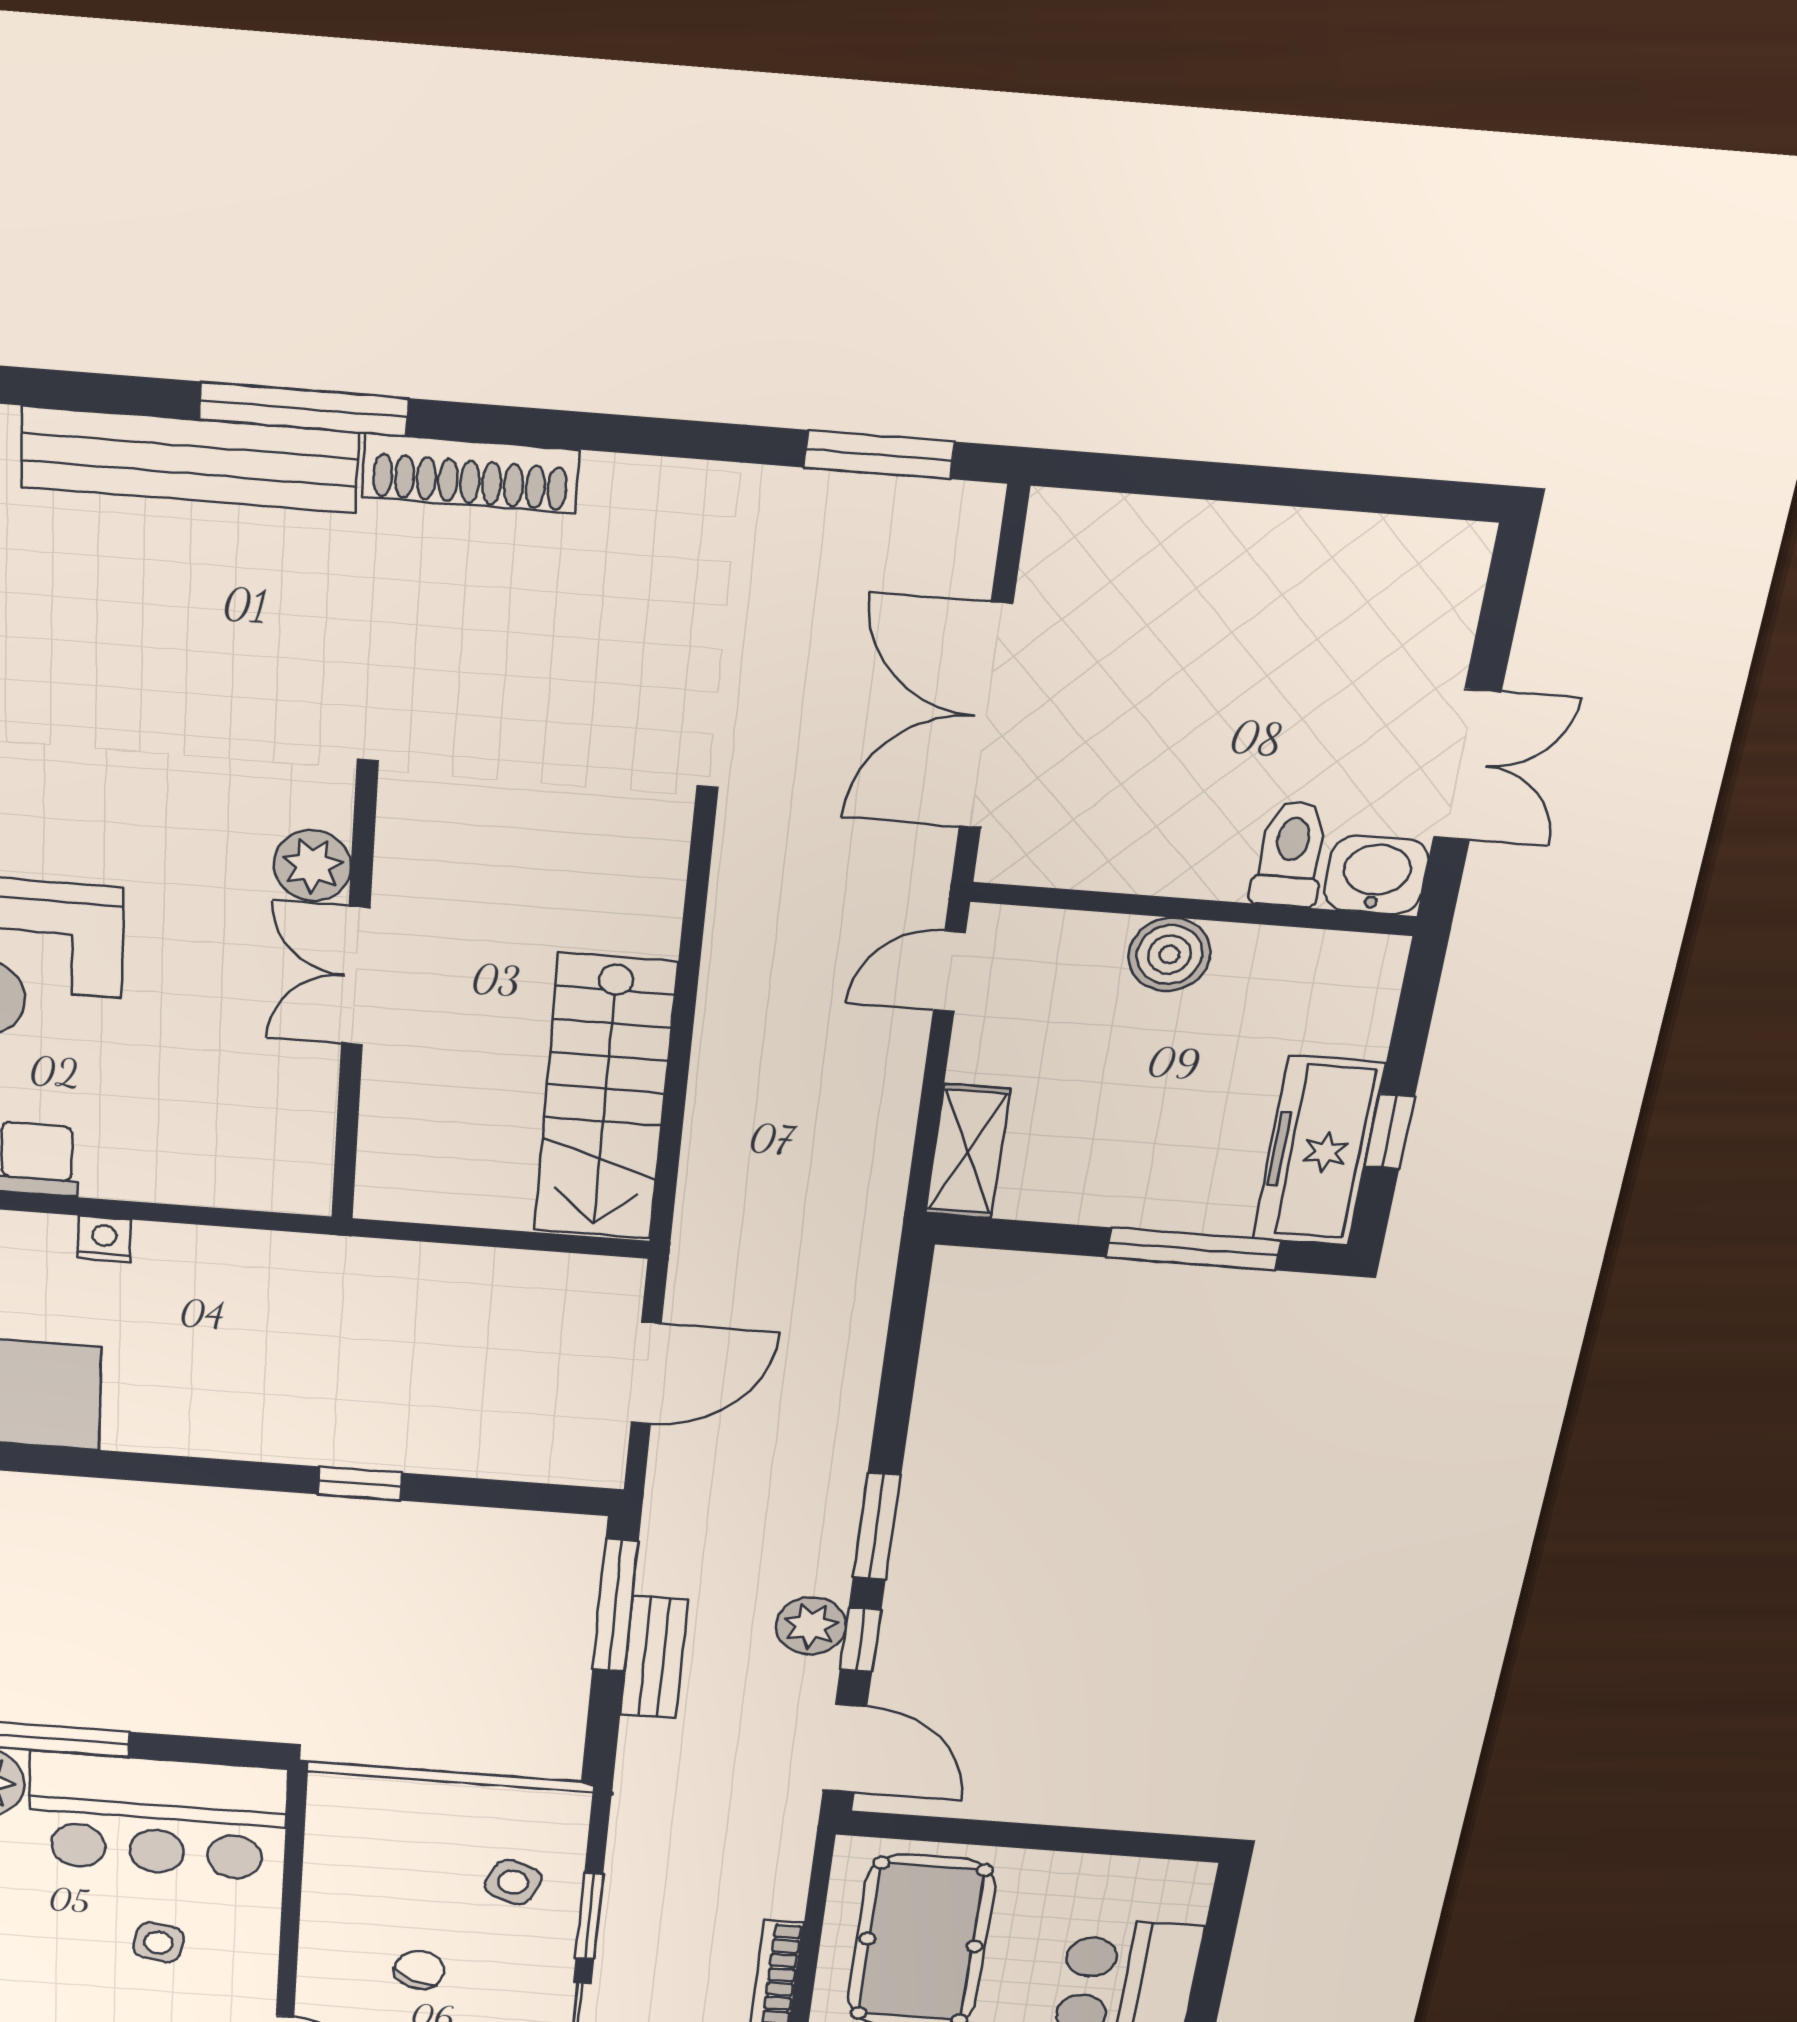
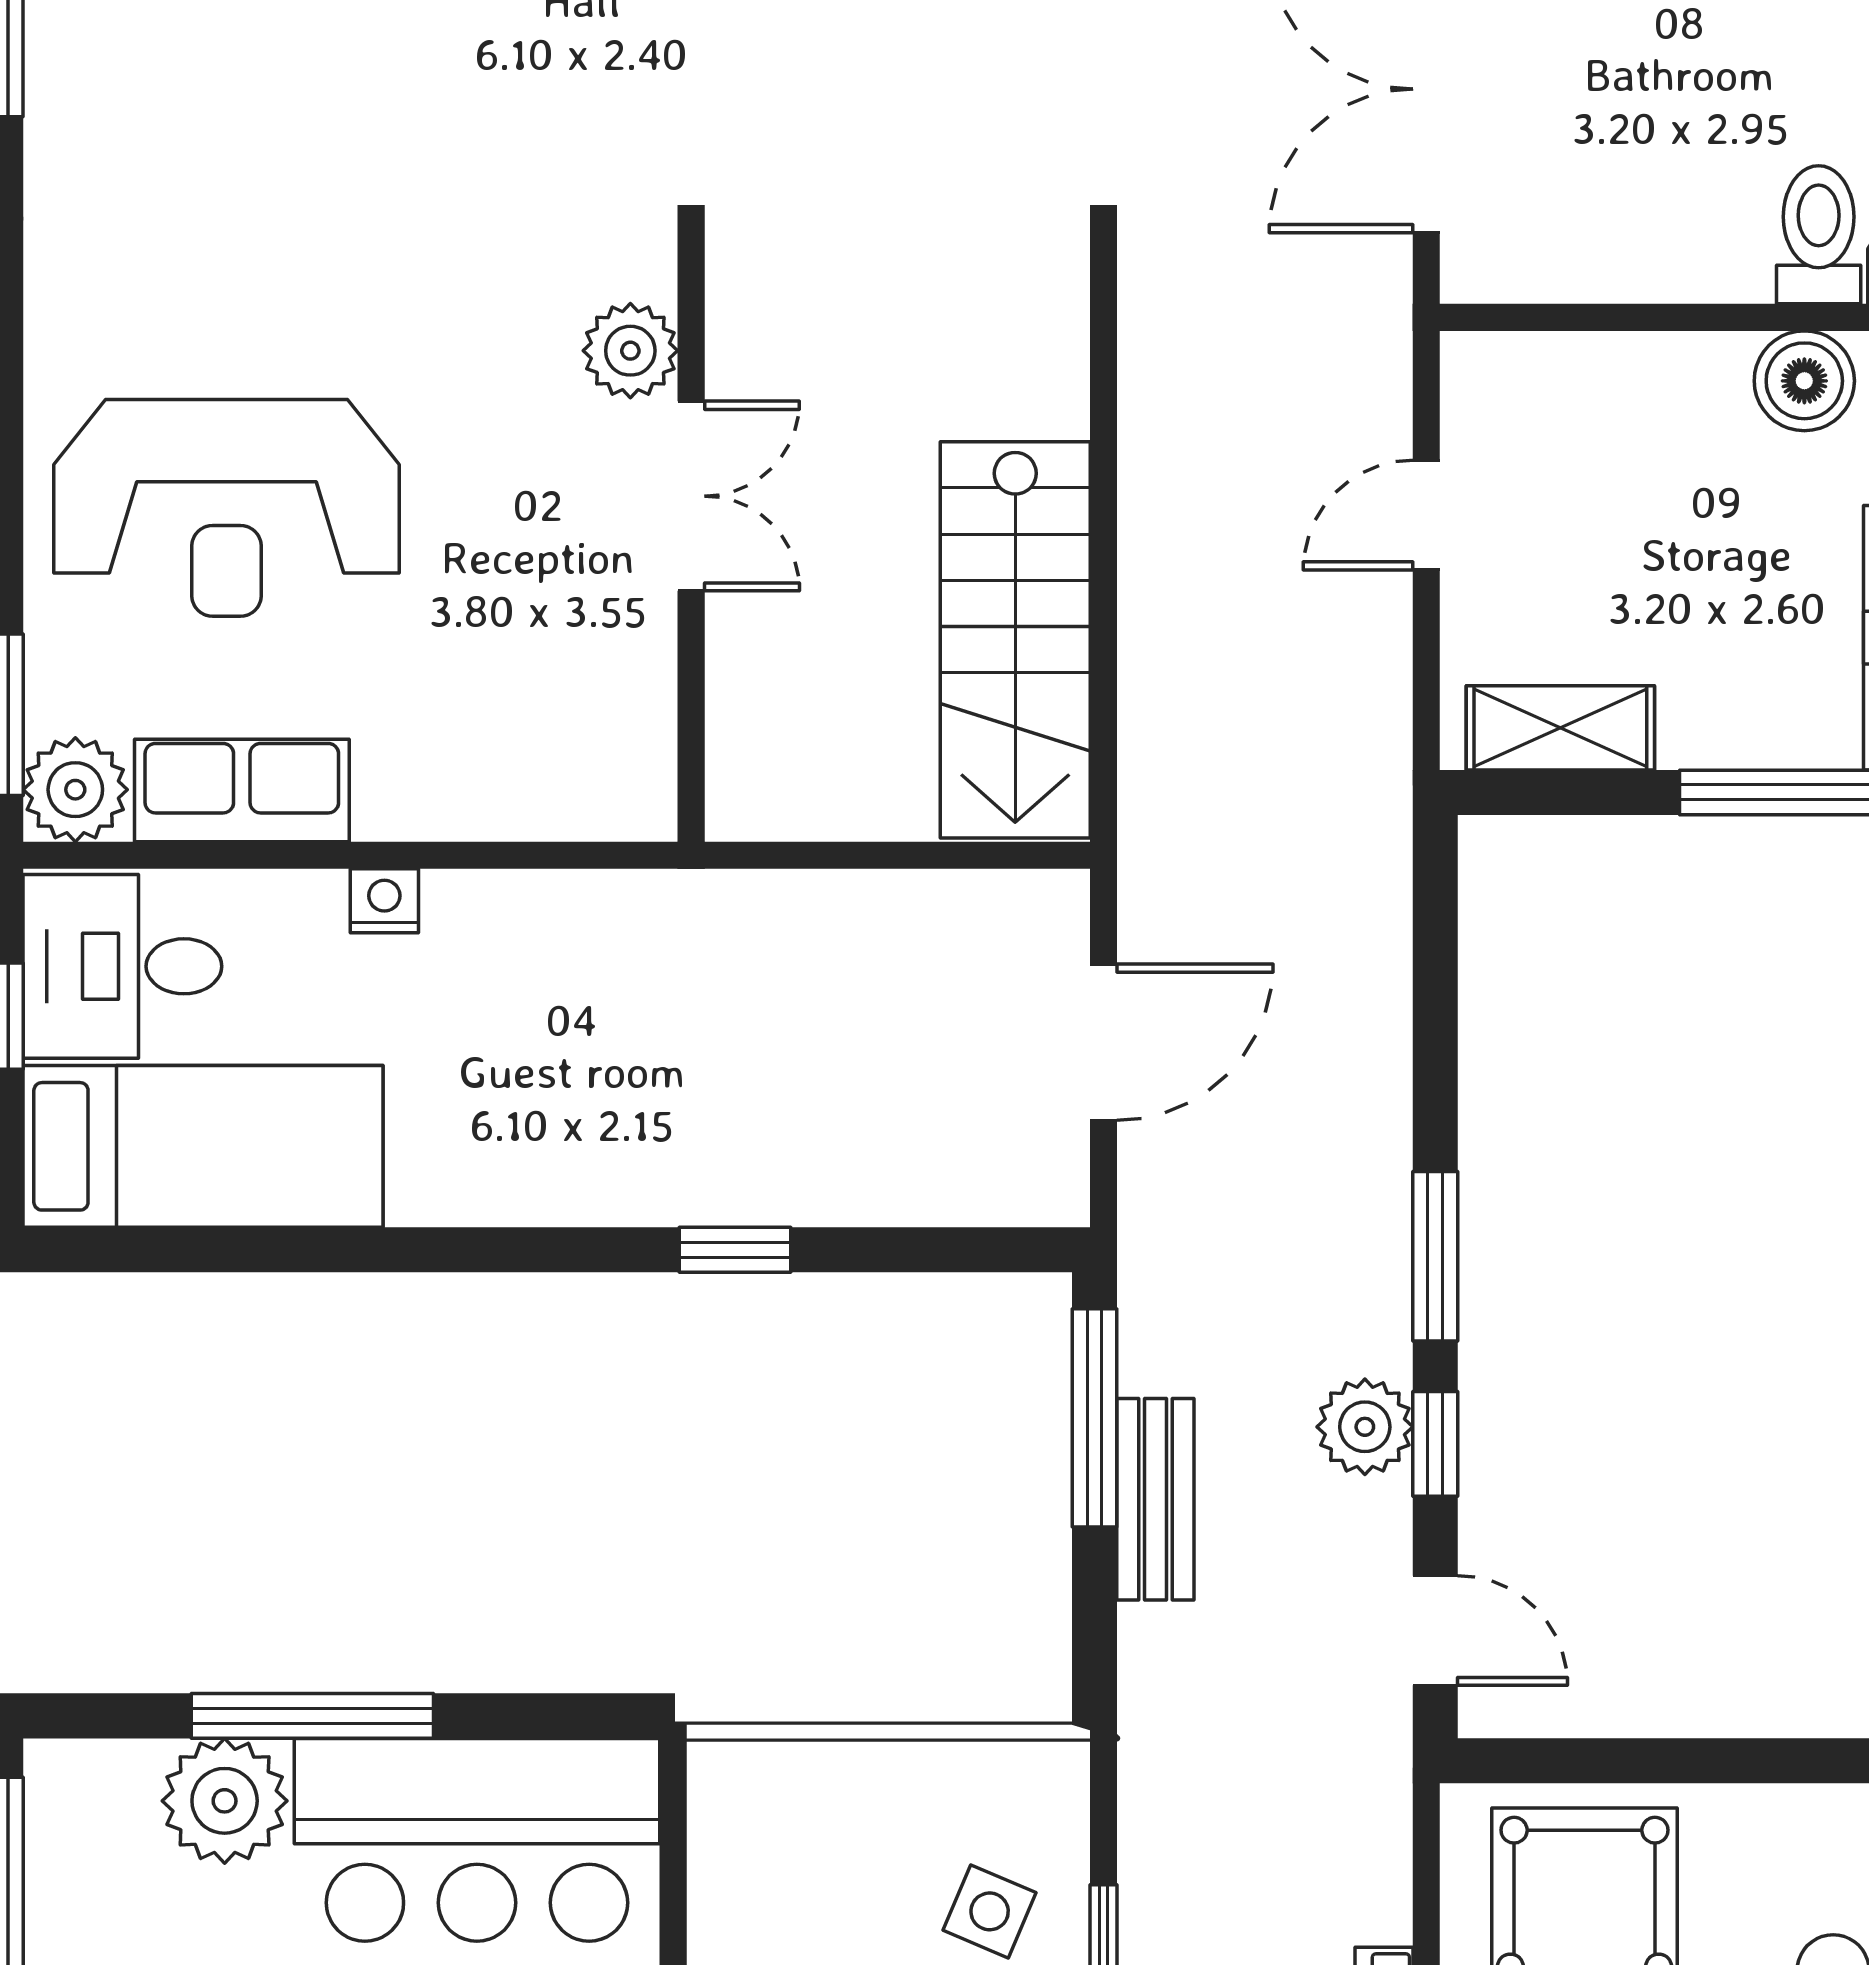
boiler: (1169, 955) -> (1804, 381), moved
door: (949, 971) -> (1426, 515), moved
double door: (356, 976) -> (691, 496), swing flipped
shelving: (968, 1151) -> (1560, 728), moved, turned 90
door: (845, 1748) -> (1435, 1631), width x0.73

